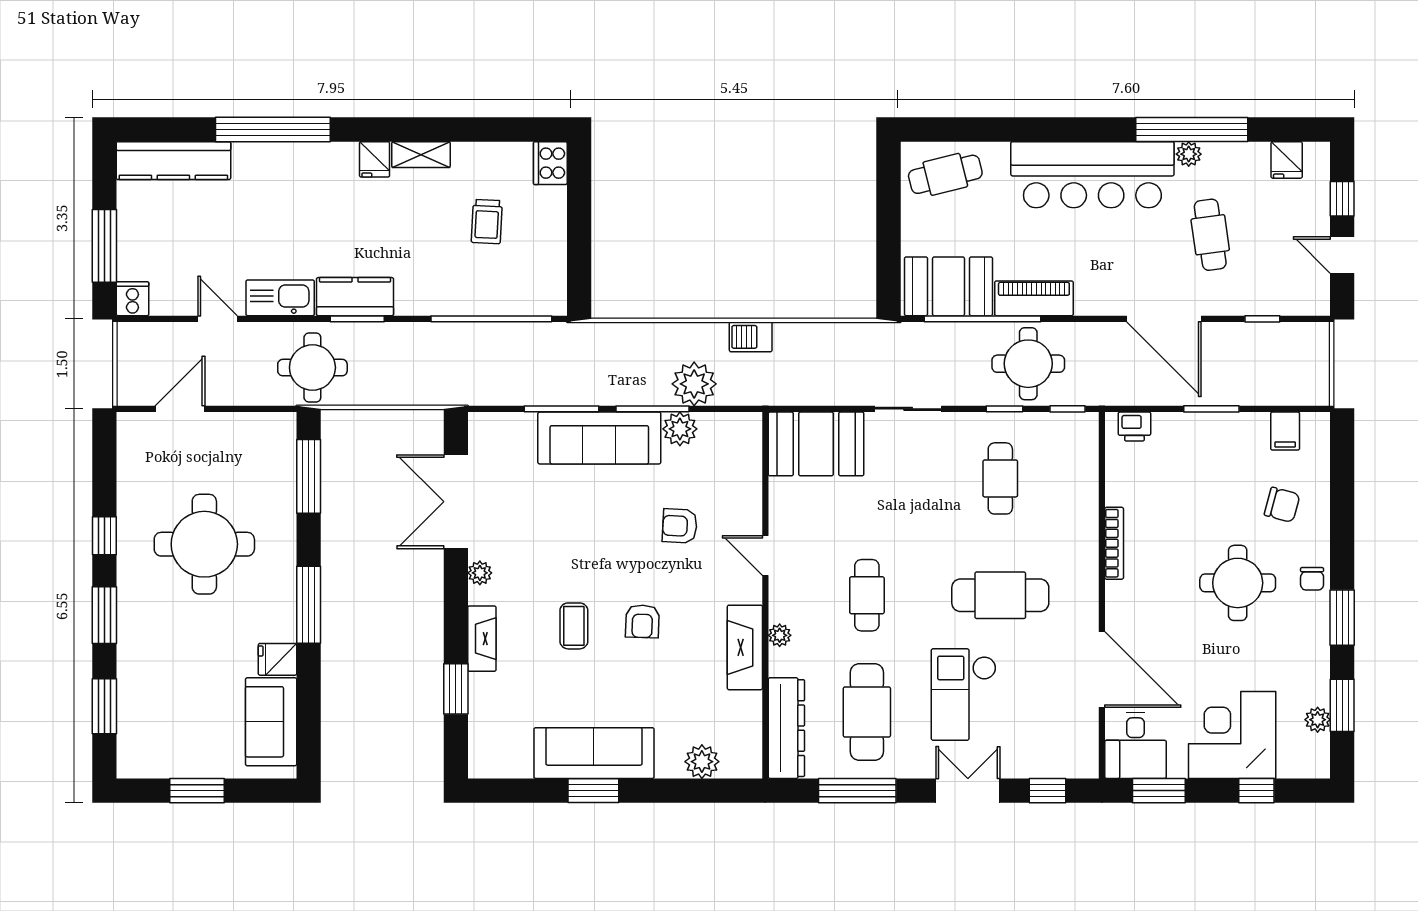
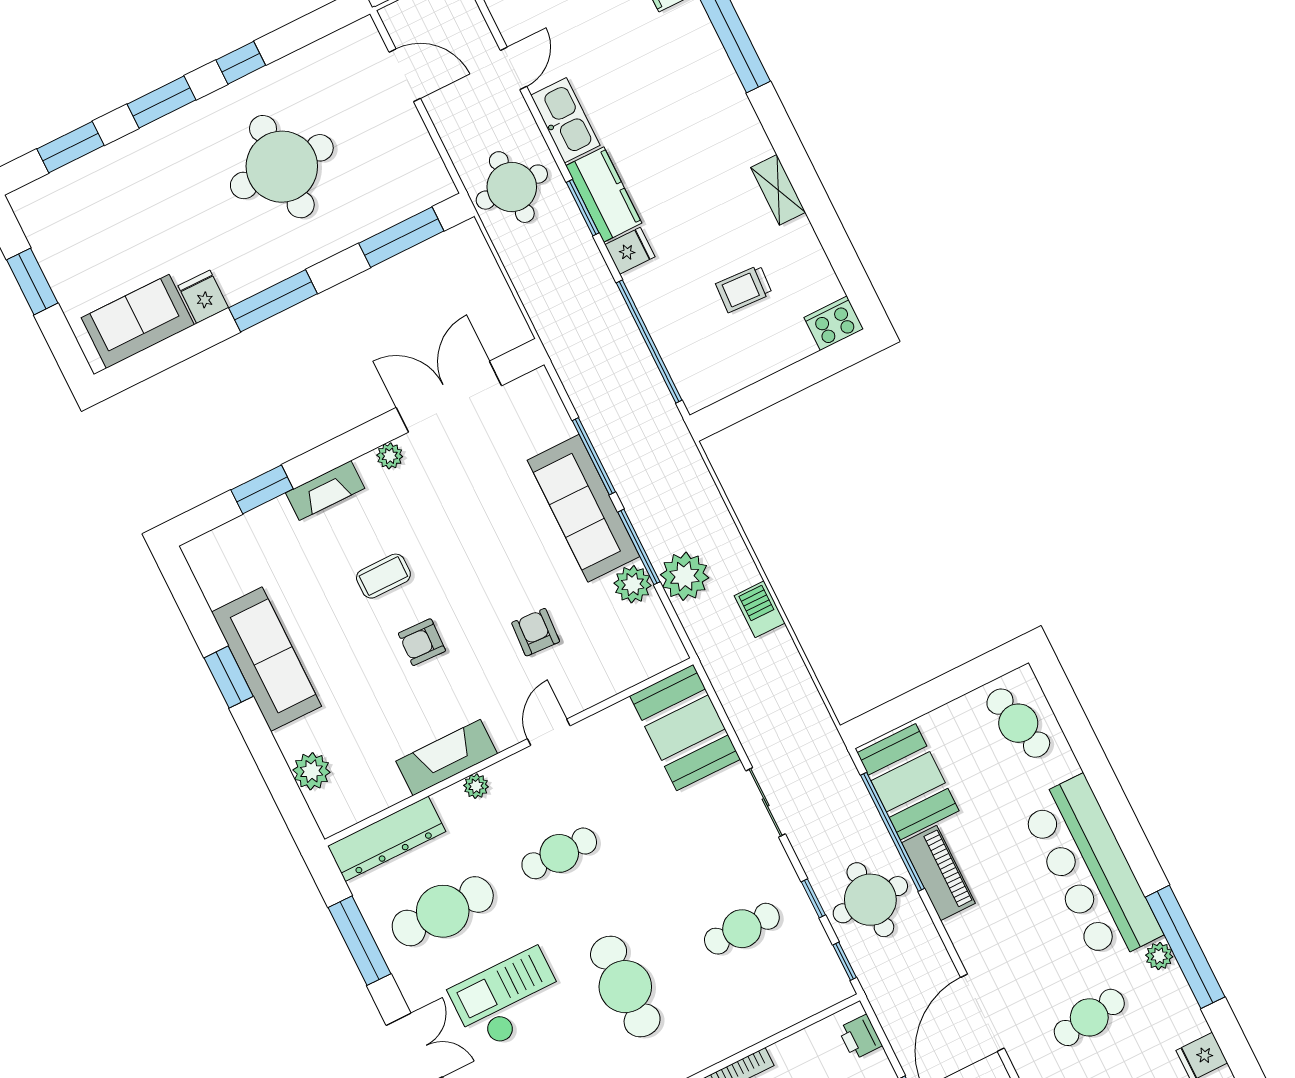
fridge: (375, 159) -> (630, 251), moved, turned 180

